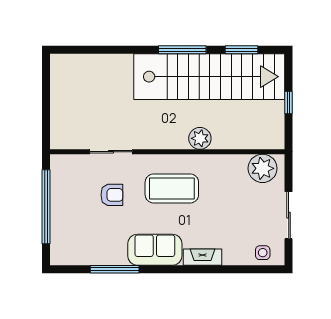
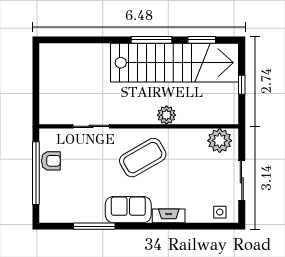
coffee table: (172, 188) -> (143, 158), turned -30
armchair: (112, 195) -> (51, 161), moved

